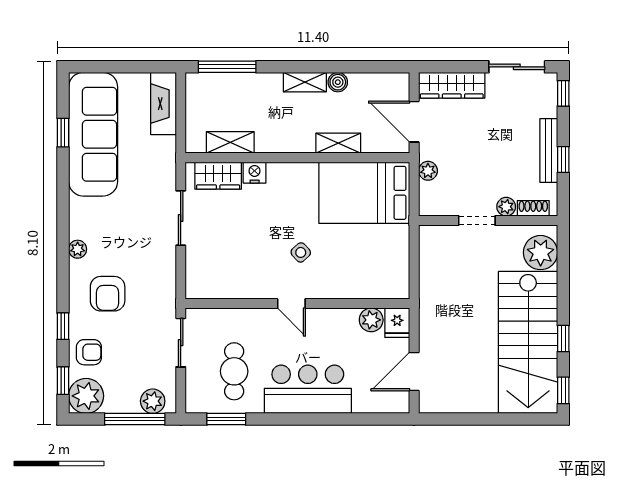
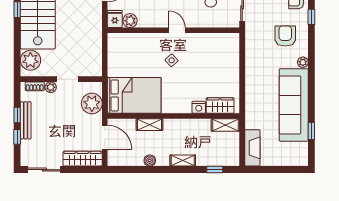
window: (227, 67) -> (215, 170), width x0.46
shelving: (305, 82) -> (183, 161), moved
window: (563, 93) -> (17, 137), moved
sofa: (93, 134) -> (294, 105), moved
shelving: (230, 142) -> (225, 125), moved
plant: (428, 171) -> (92, 103), width x1.87, depth x1.87
sliding door: (181, 218) -> (242, 81), removed

